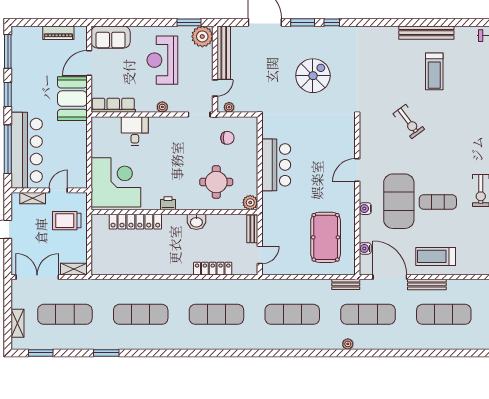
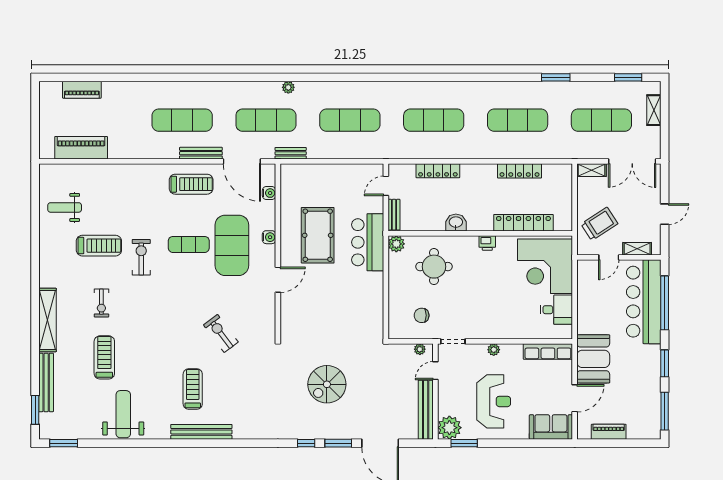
desk: (135, 131) -> (557, 310), moved, turned -90
bar counter: (276, 165) -> (368, 242), moved
trolley: (67, 221) -> (599, 224), turned -33
pool table: (326, 237) -> (318, 235), moved
locker: (139, 268) -> (519, 171), added

